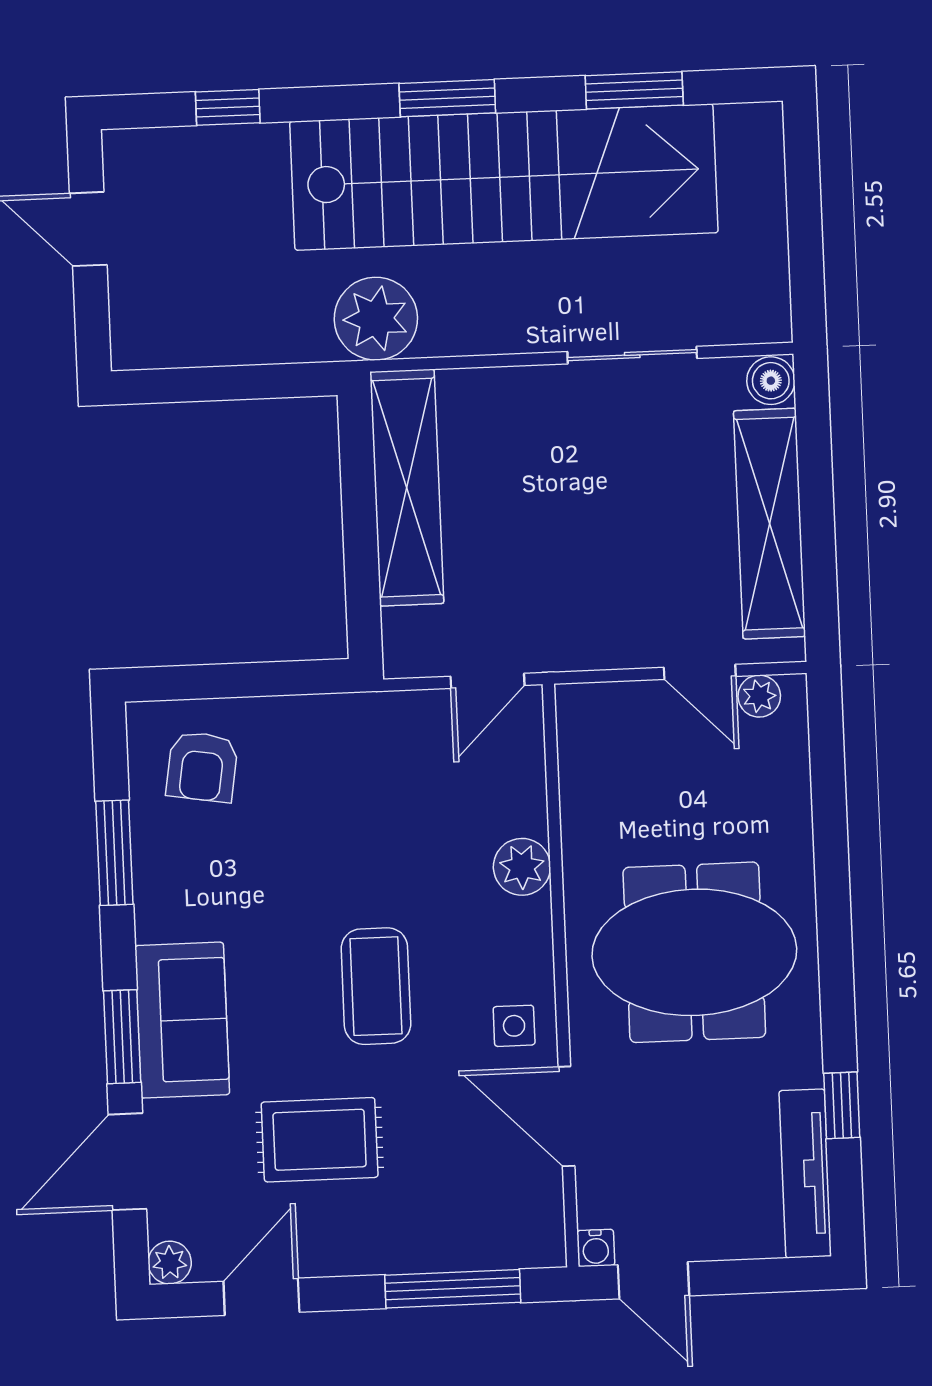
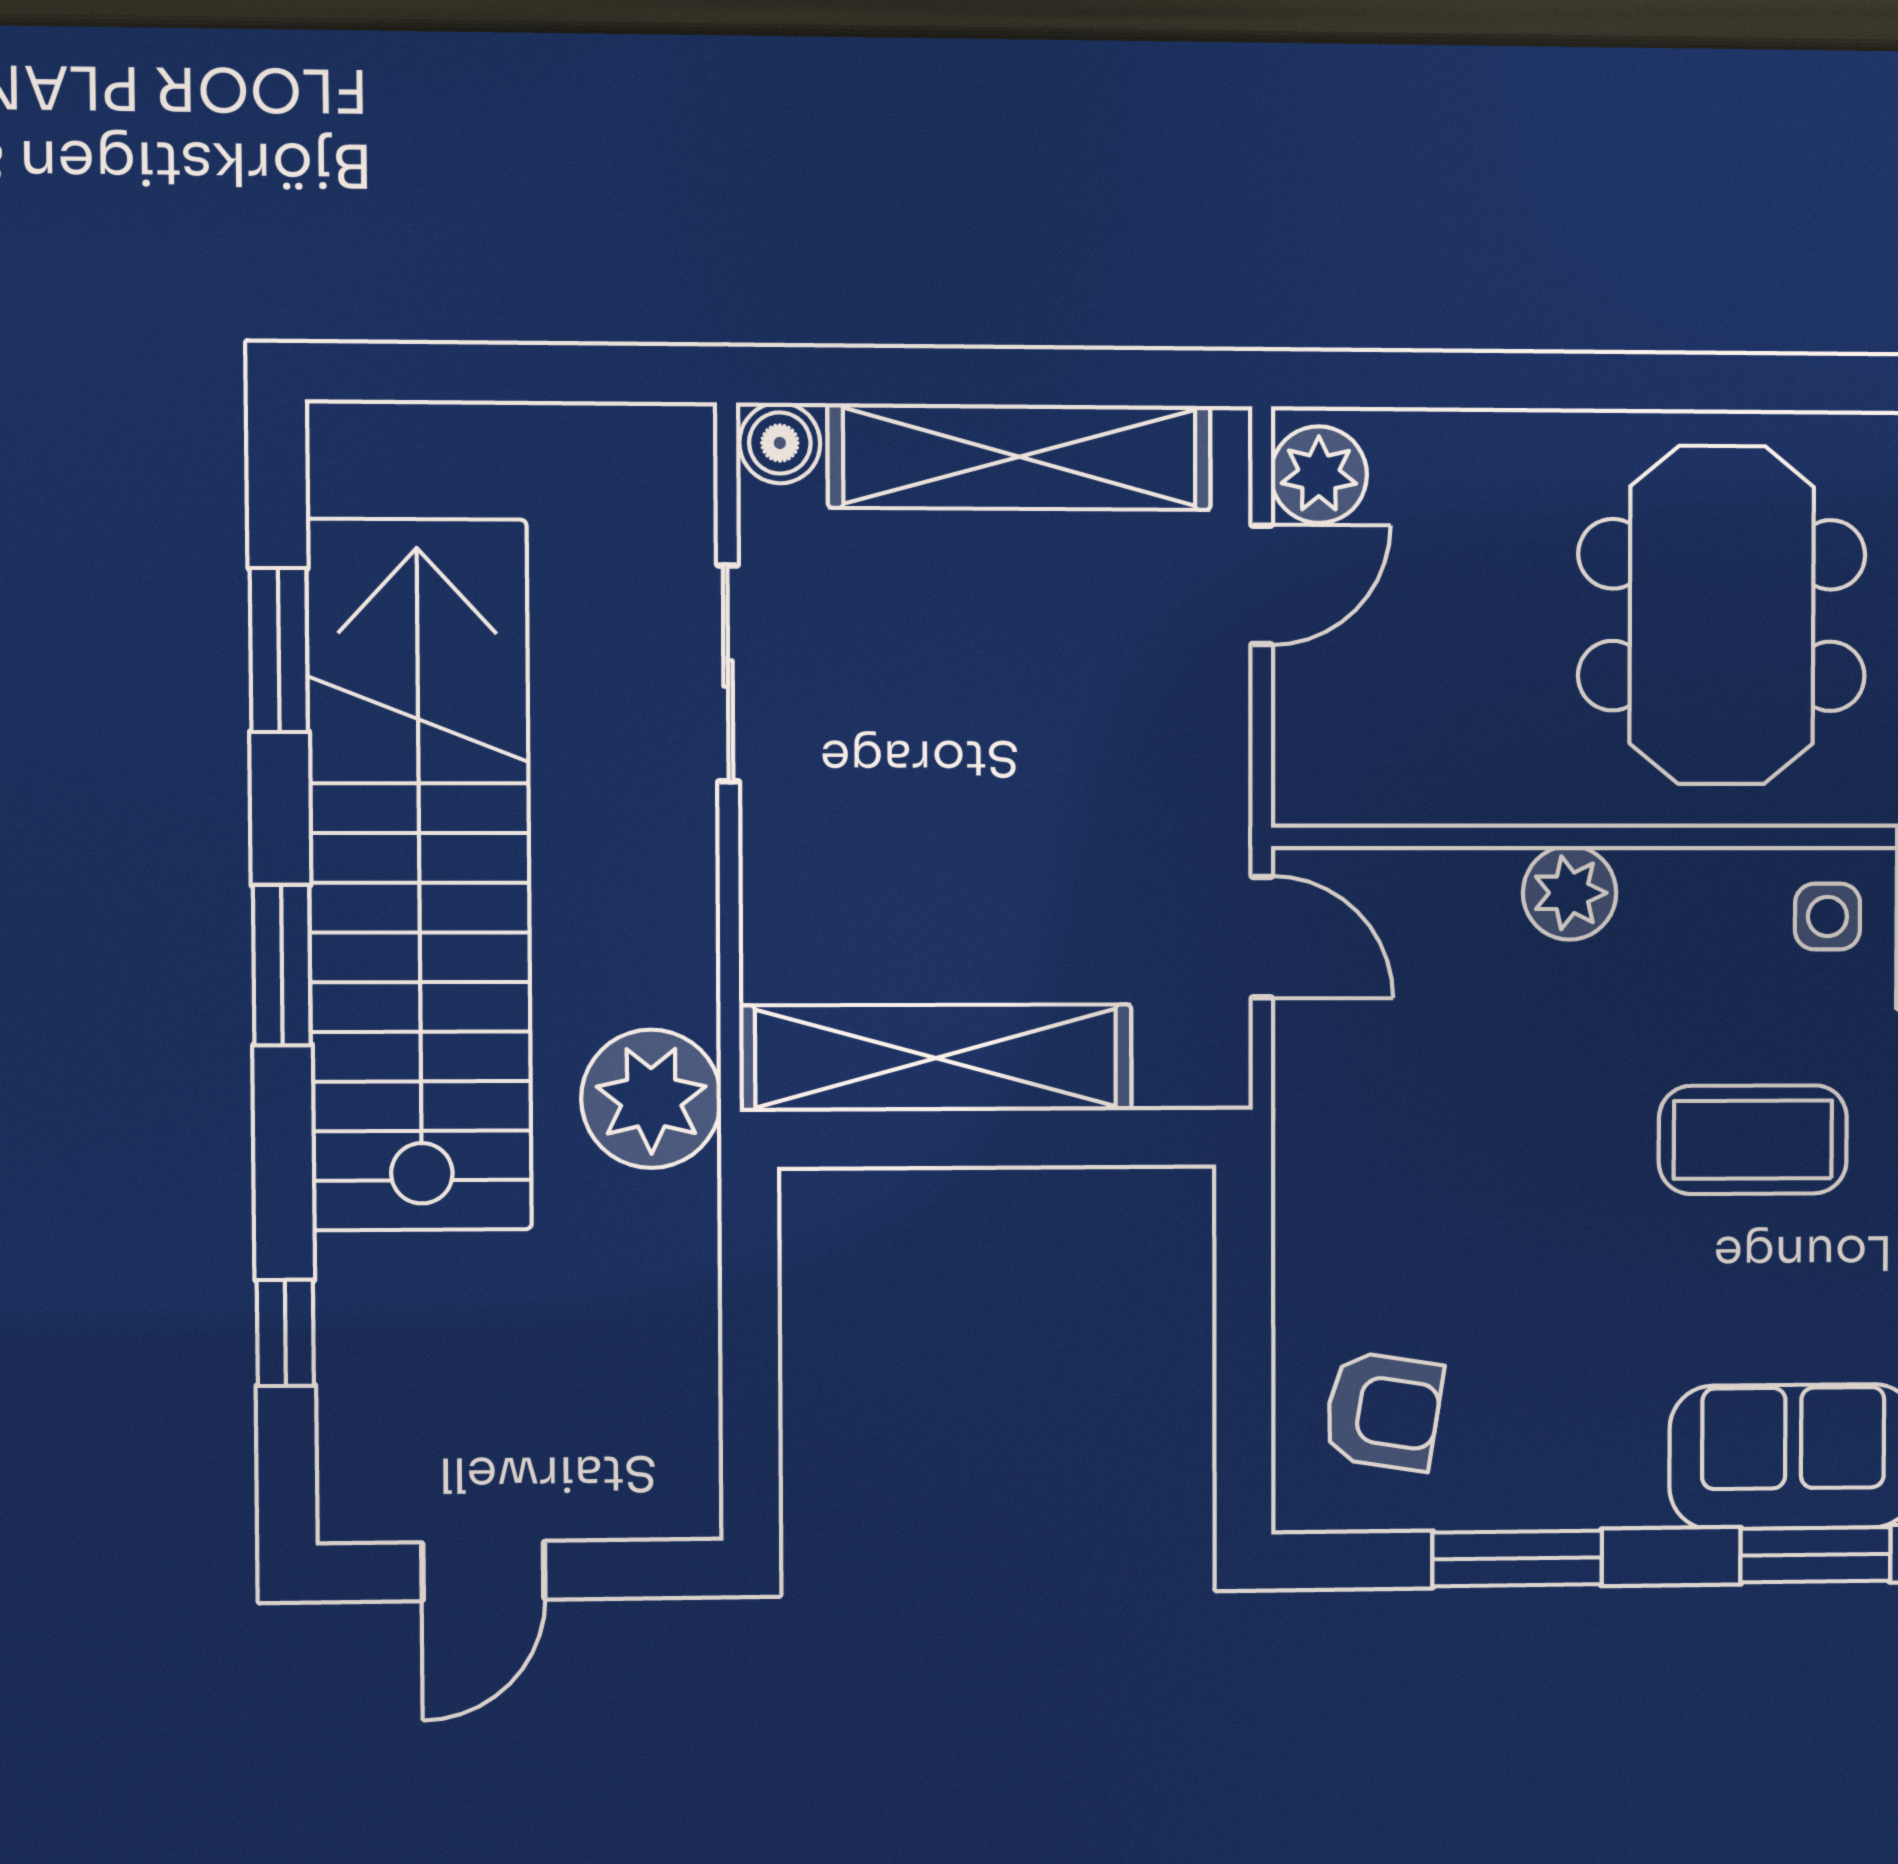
plant: (759, 696) -> (1319, 475), width x1.38, depth x1.38

